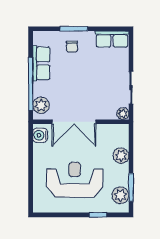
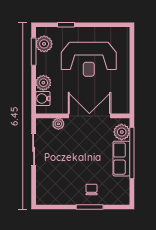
row of seats: (112, 39) -> (52, 197), removed
row of seats: (41, 63) -> (121, 159), moved
plant: (123, 114) -> (58, 124), moved
water cooler: (40, 135) -> (43, 99), moved, turned 180

